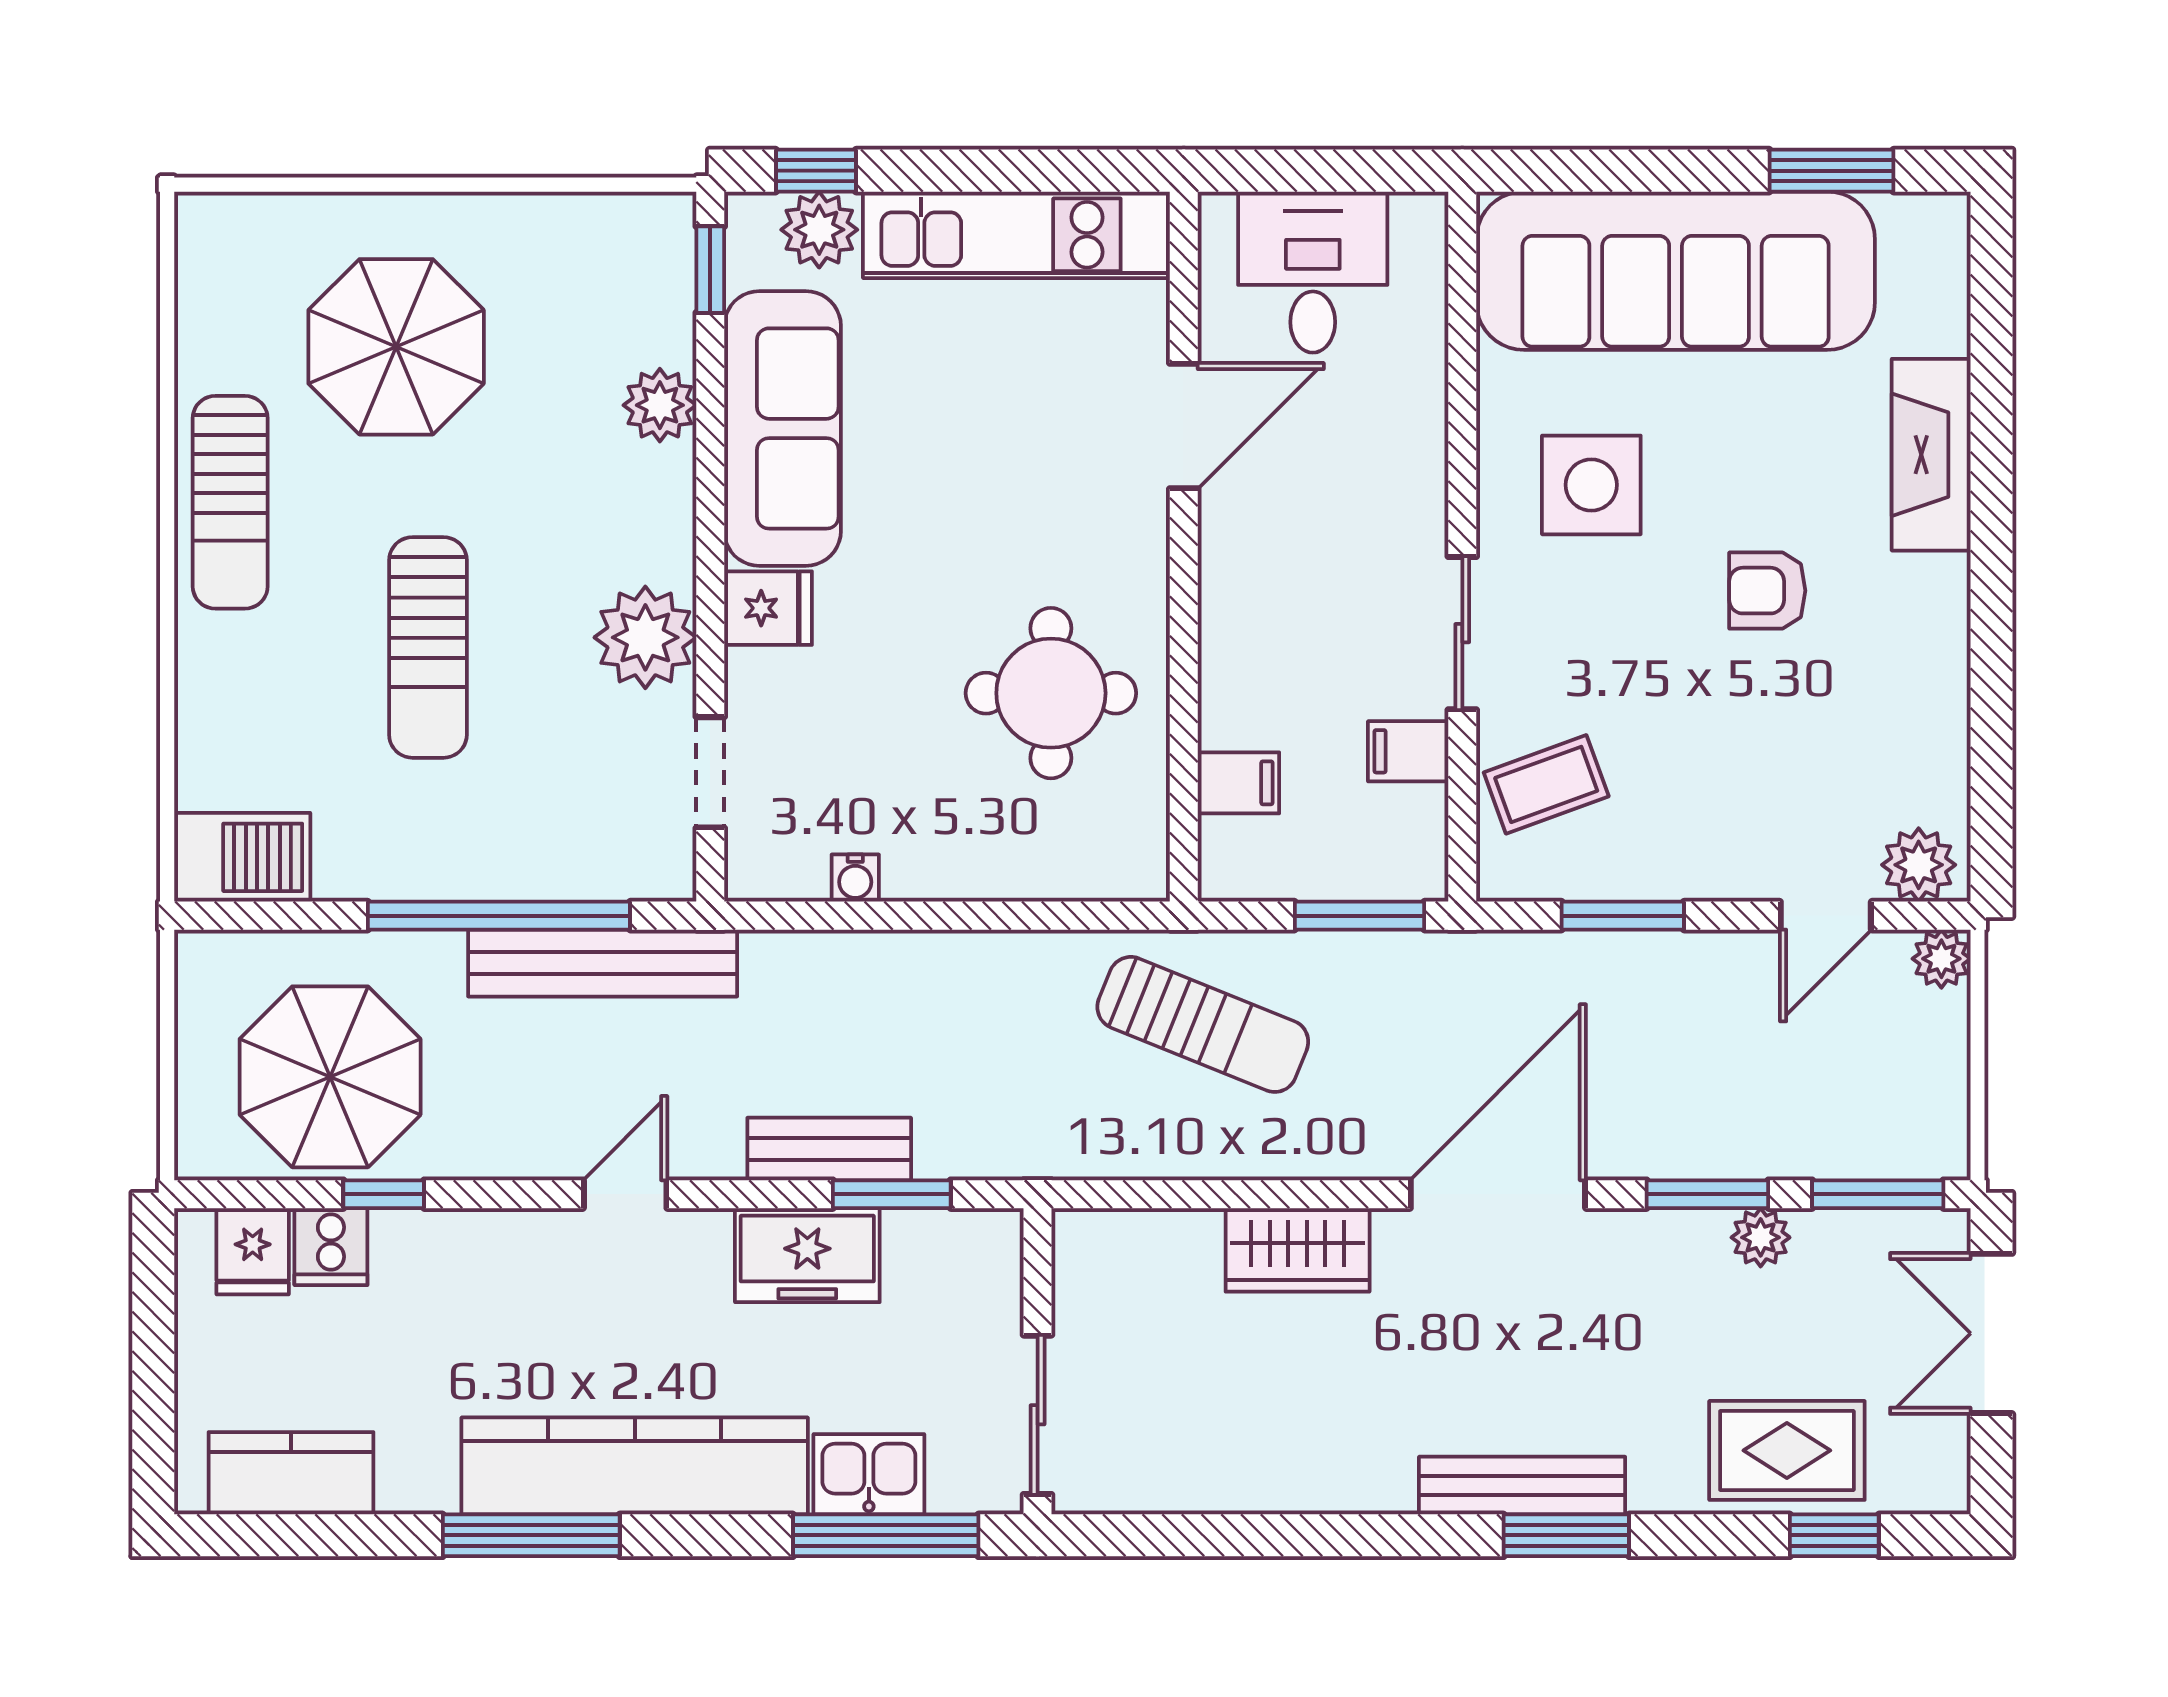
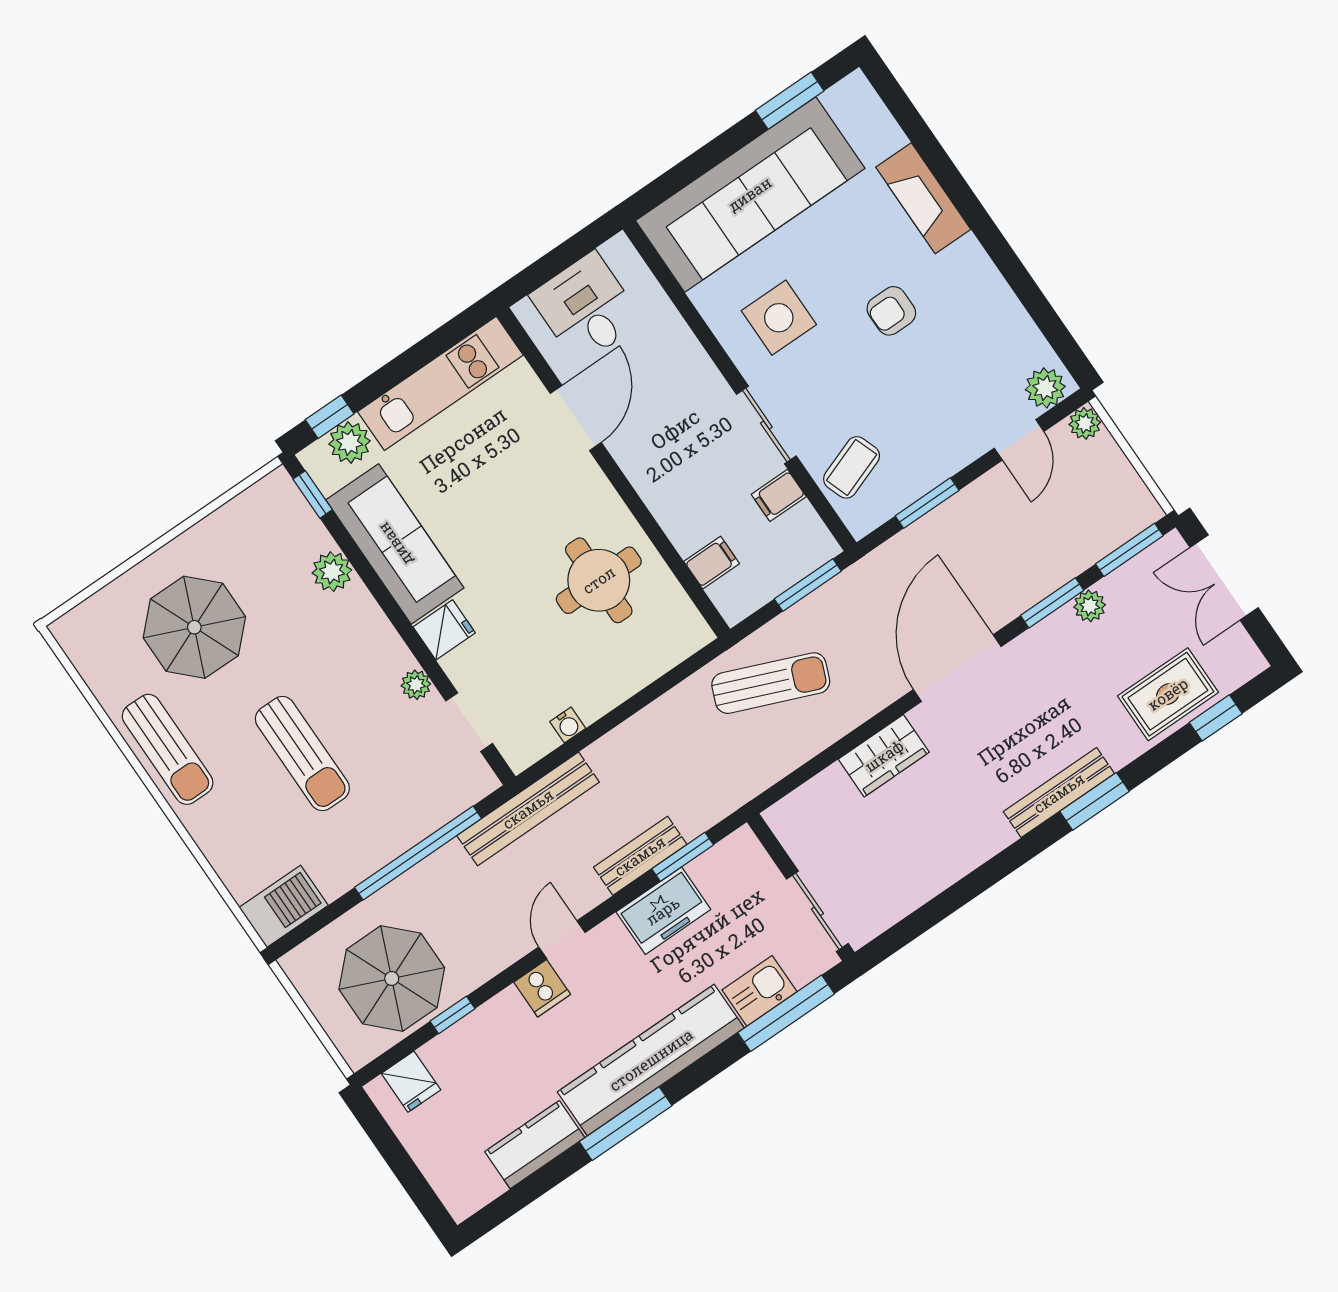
plant: (645, 637) -> (416, 685), width x0.53, depth x0.53
bench: (603, 963) -> (528, 809), moved
cooker: (331, 1247) -> (542, 988), moved
kitchen counter: (291, 1473) -> (535, 1145), moved

